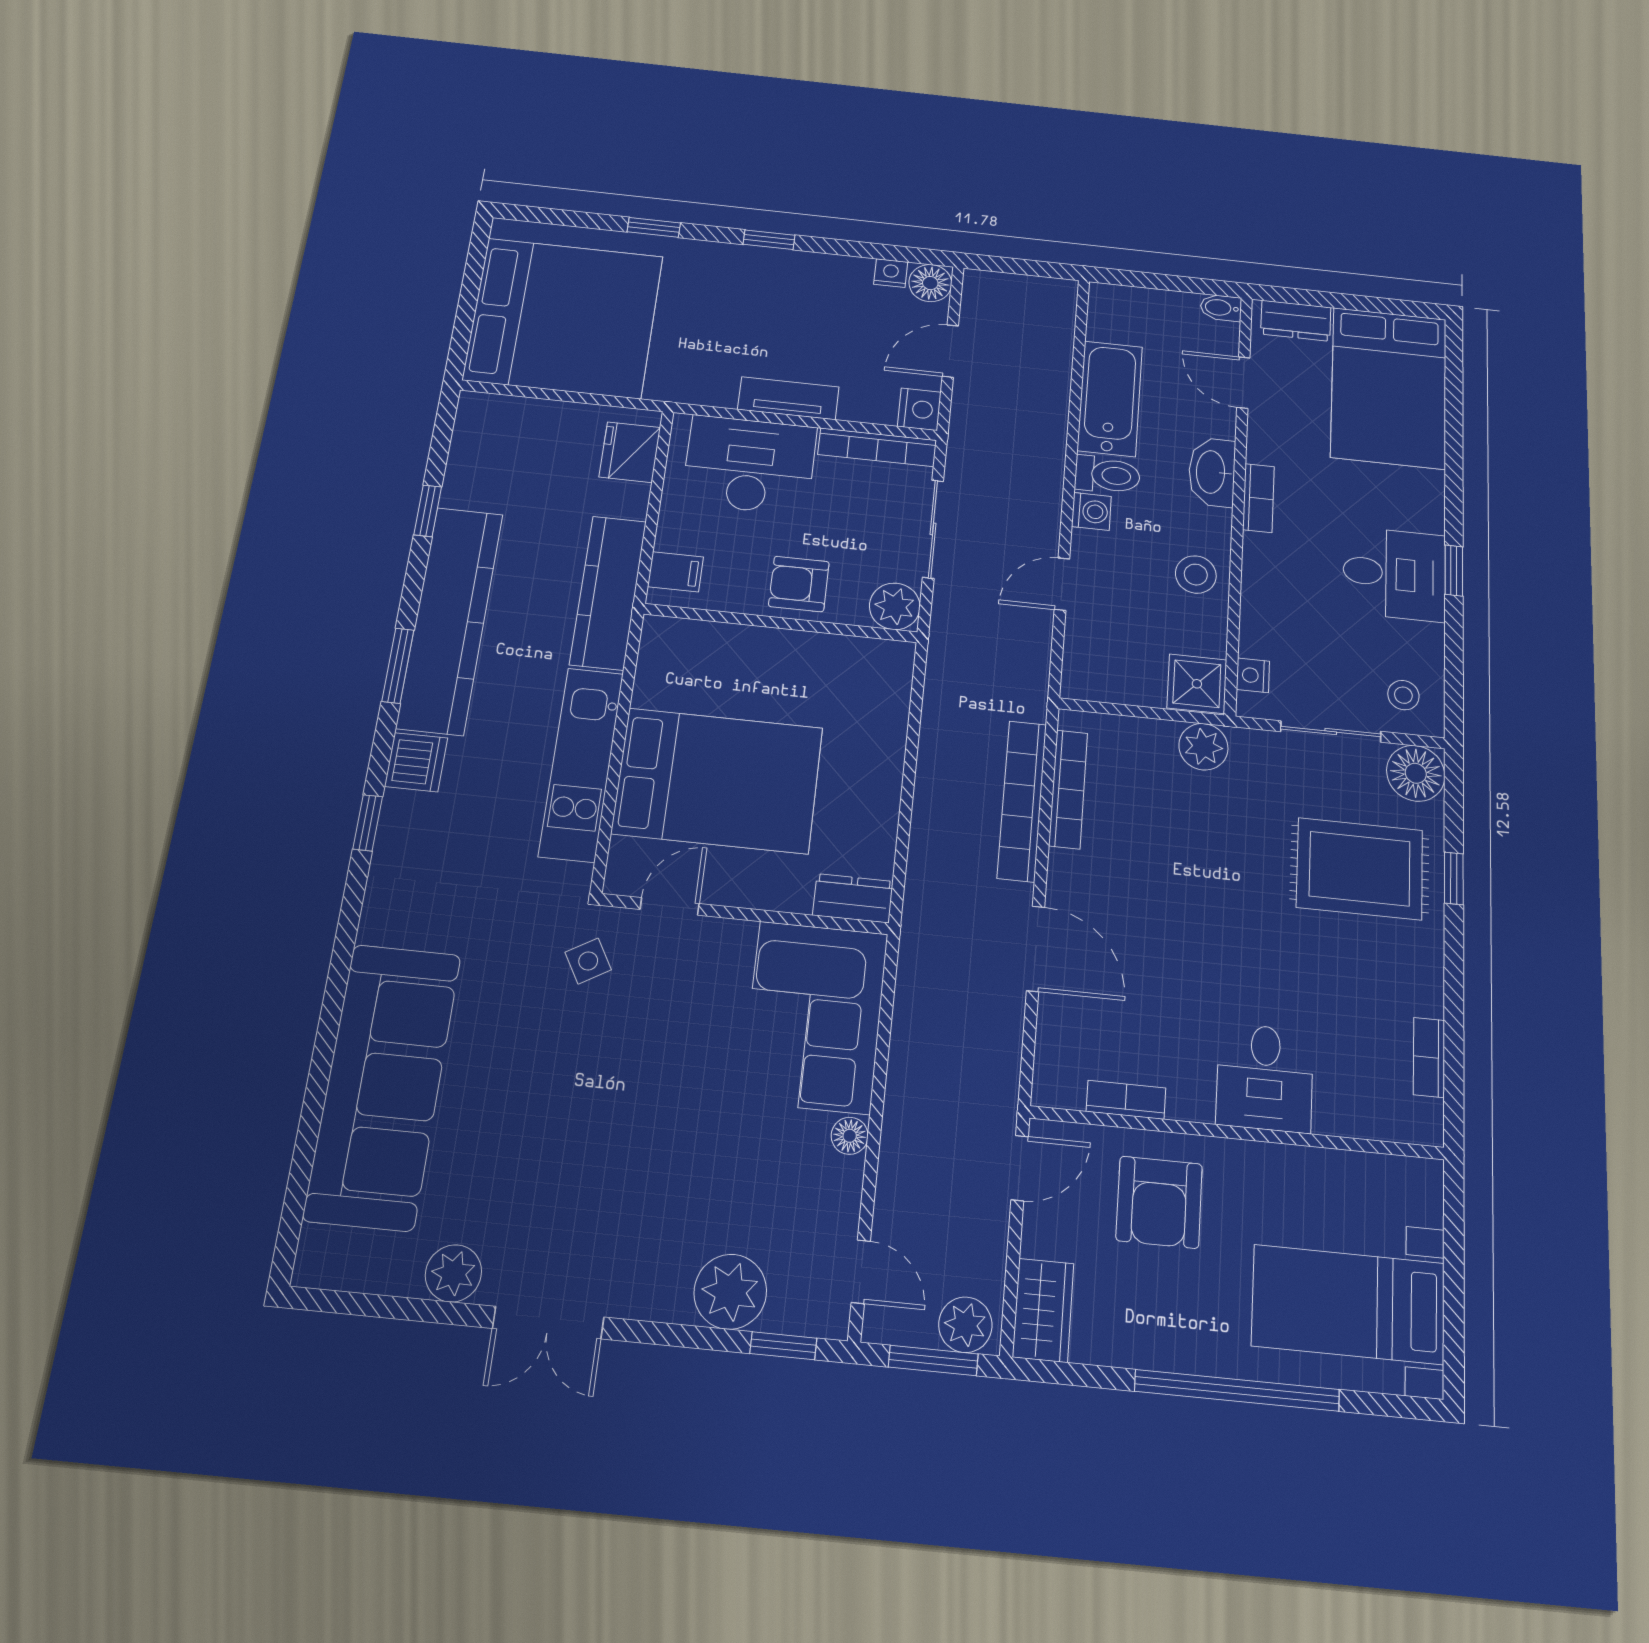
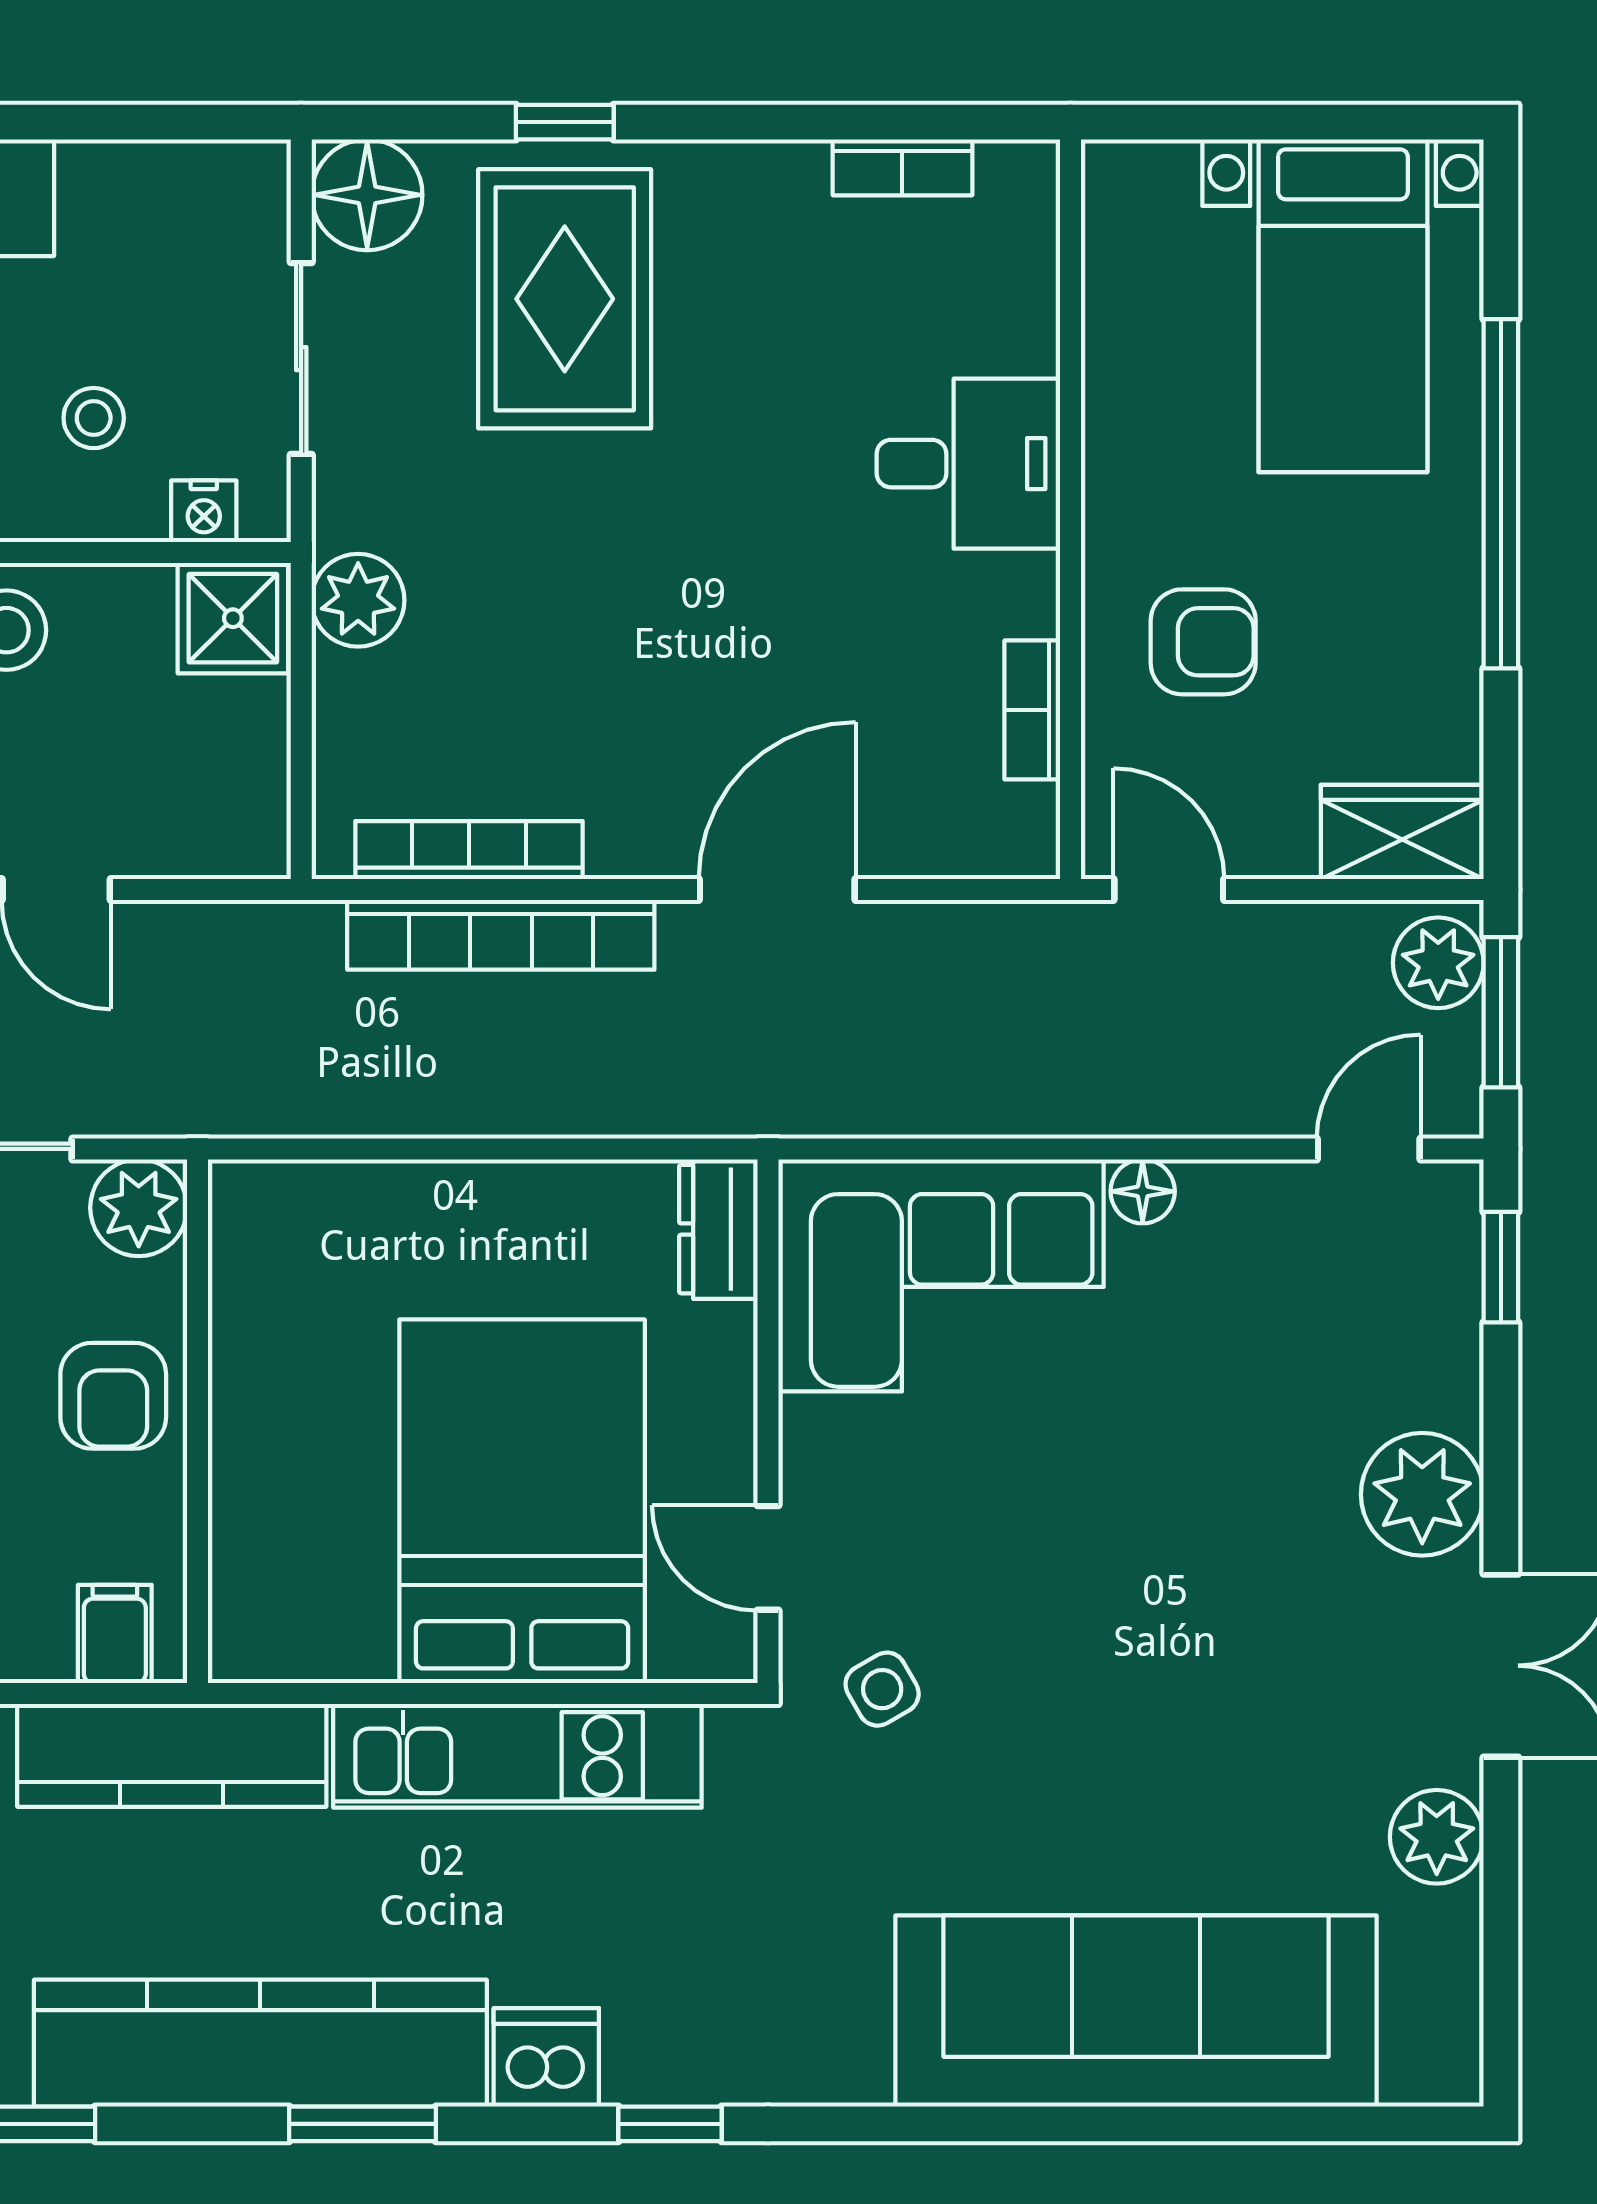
stool: (1403, 695) -> (94, 418), moved
armchair: (1159, 1202) -> (1203, 642), width x0.72, depth x0.72
plant: (730, 1292) -> (1422, 1494), moved

